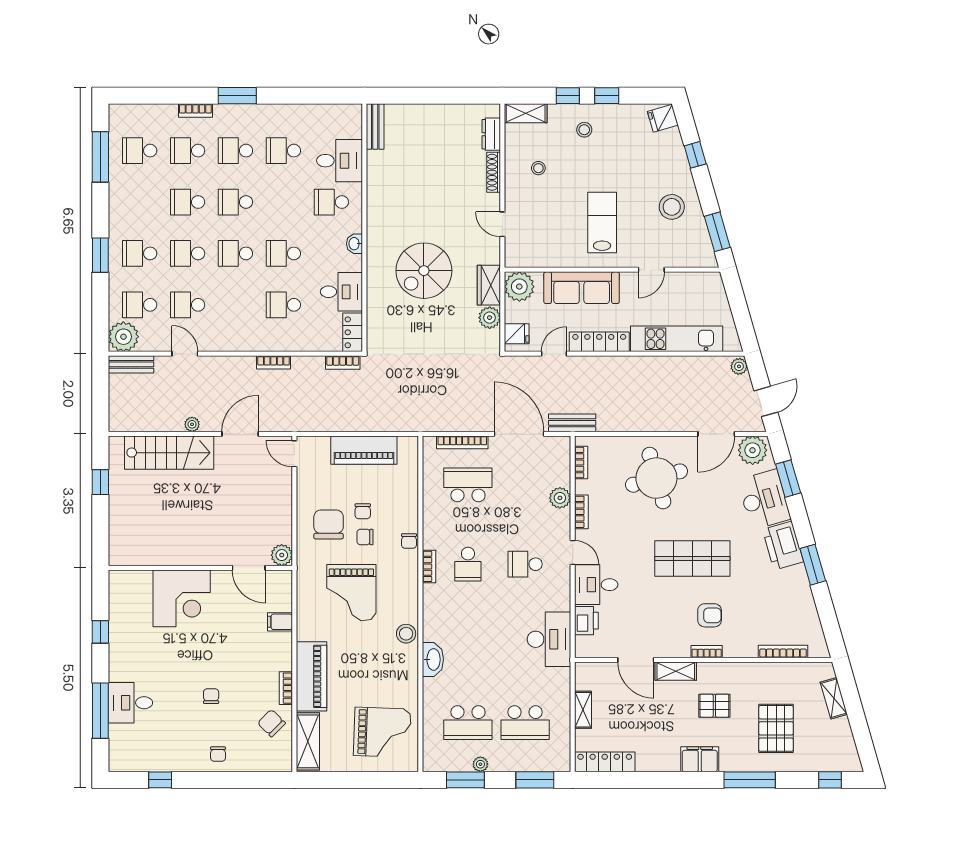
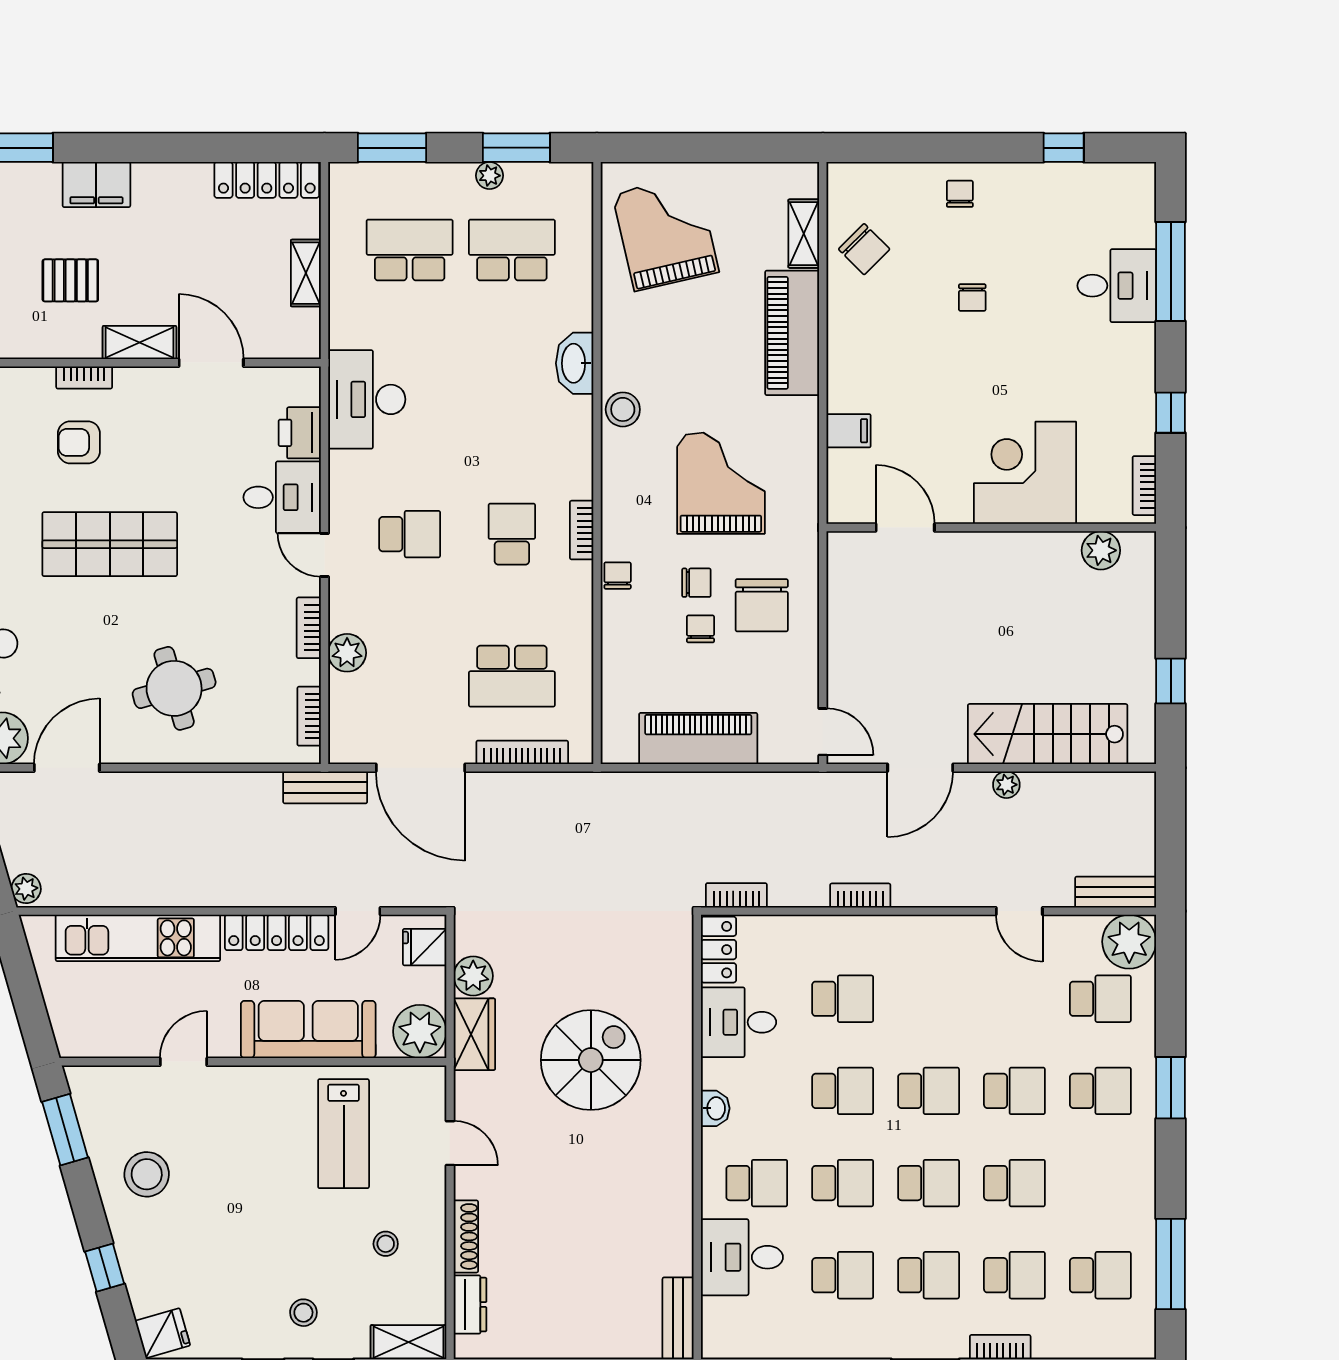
lab bench: (602, 223) -> (344, 1134), moved
school desk: (188, 305) -> (843, 1183), moved
round table: (656, 478) -> (174, 688), width x0.73, depth x0.73
plant: (282, 555) -> (1101, 550), moved
bookcase: (286, 688) -> (1144, 486), moved, turned 180
grand piano: (382, 732) -> (665, 233), turned 75
shelving: (308, 741) -> (804, 234), width x0.67, depth x0.75

